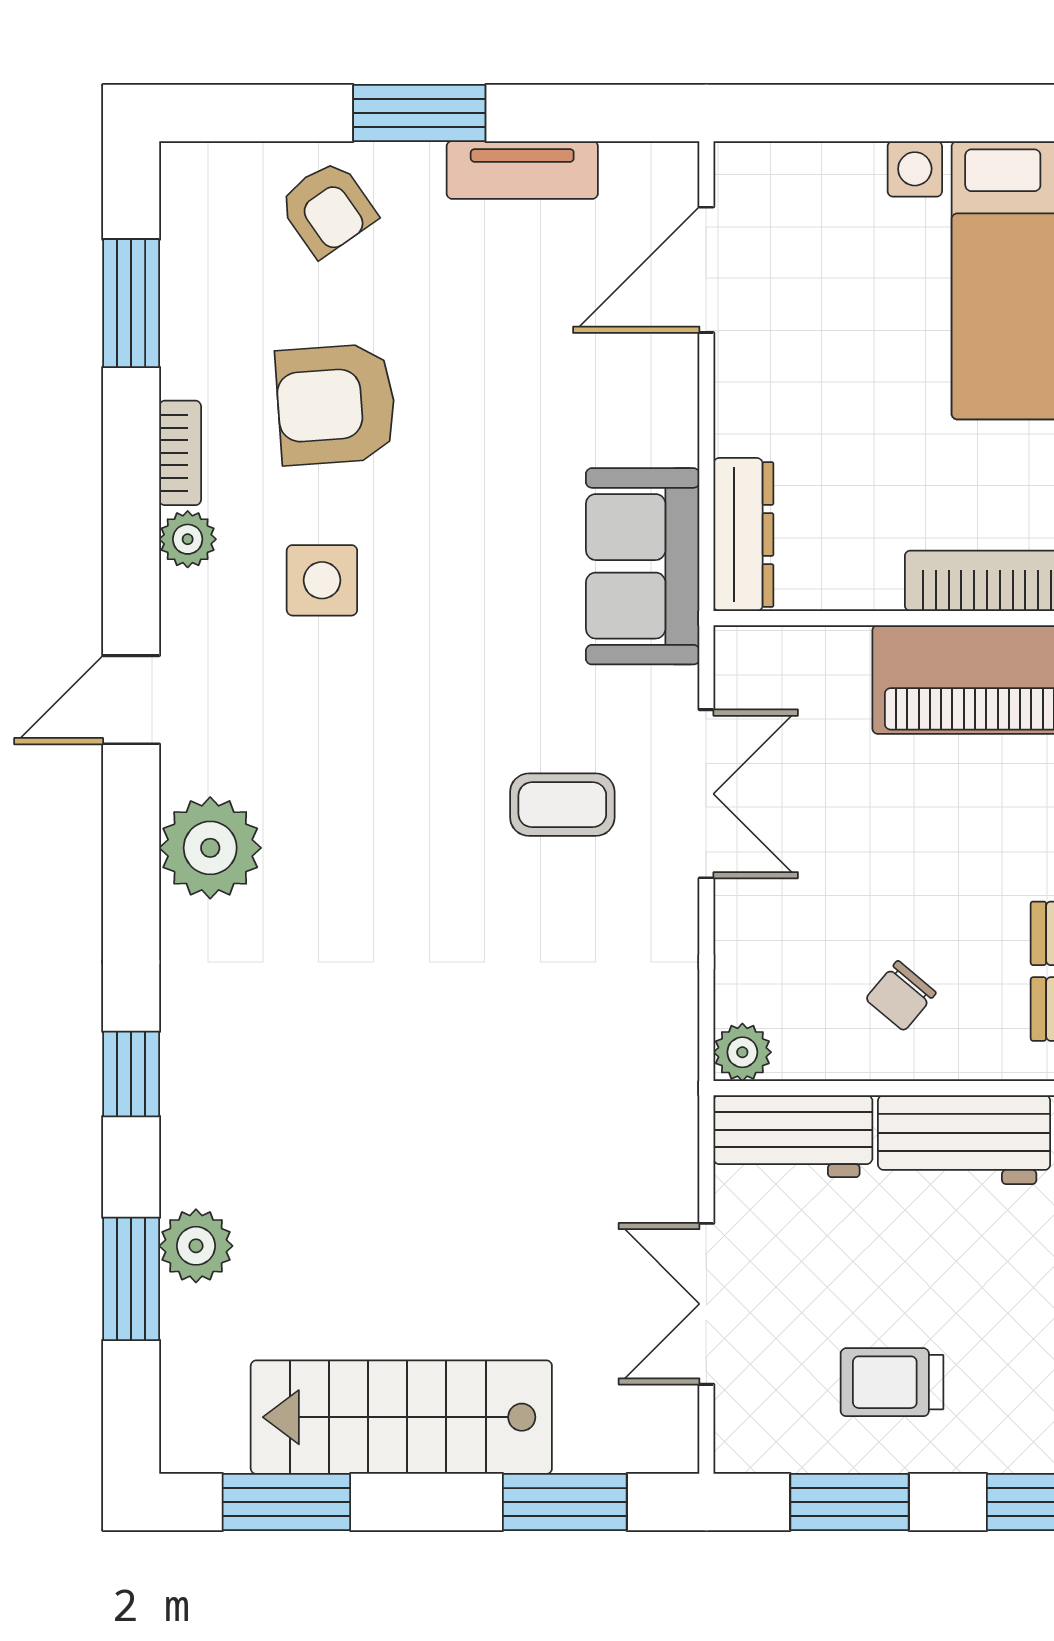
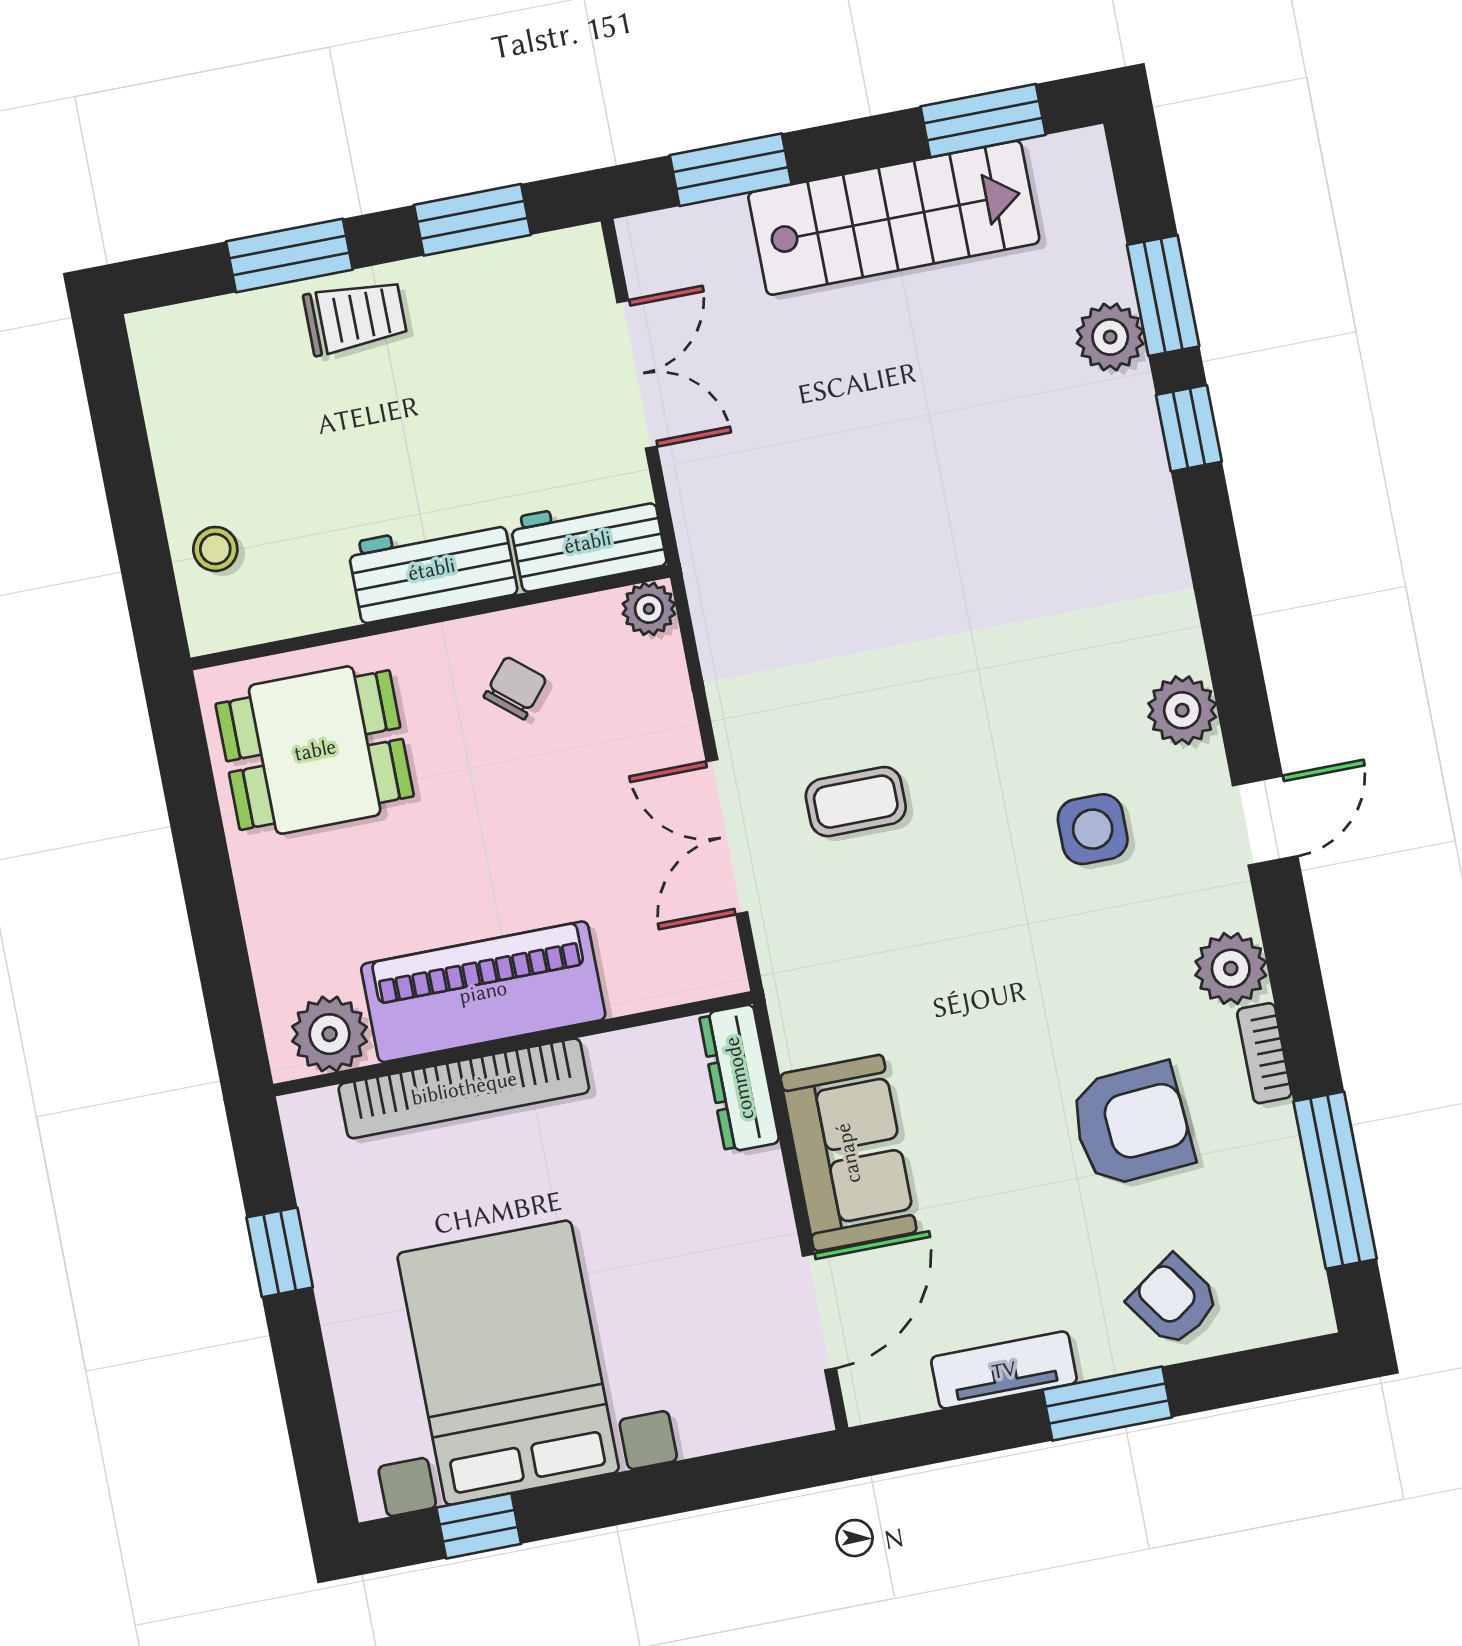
window: (131, 303) -> (1335, 1180), width x1.44
plant: (188, 539) -> (1231, 968), width x1.38, depth x1.38
sofa: (643, 566) -> (848, 1153), moved
side table: (322, 580) -> (1093, 829), moved
plant: (210, 848) -> (1182, 710), width x0.73, depth x0.73
window: (131, 1074) -> (1189, 428), moved
trolley: (892, 1382) -> (355, 317), moved

